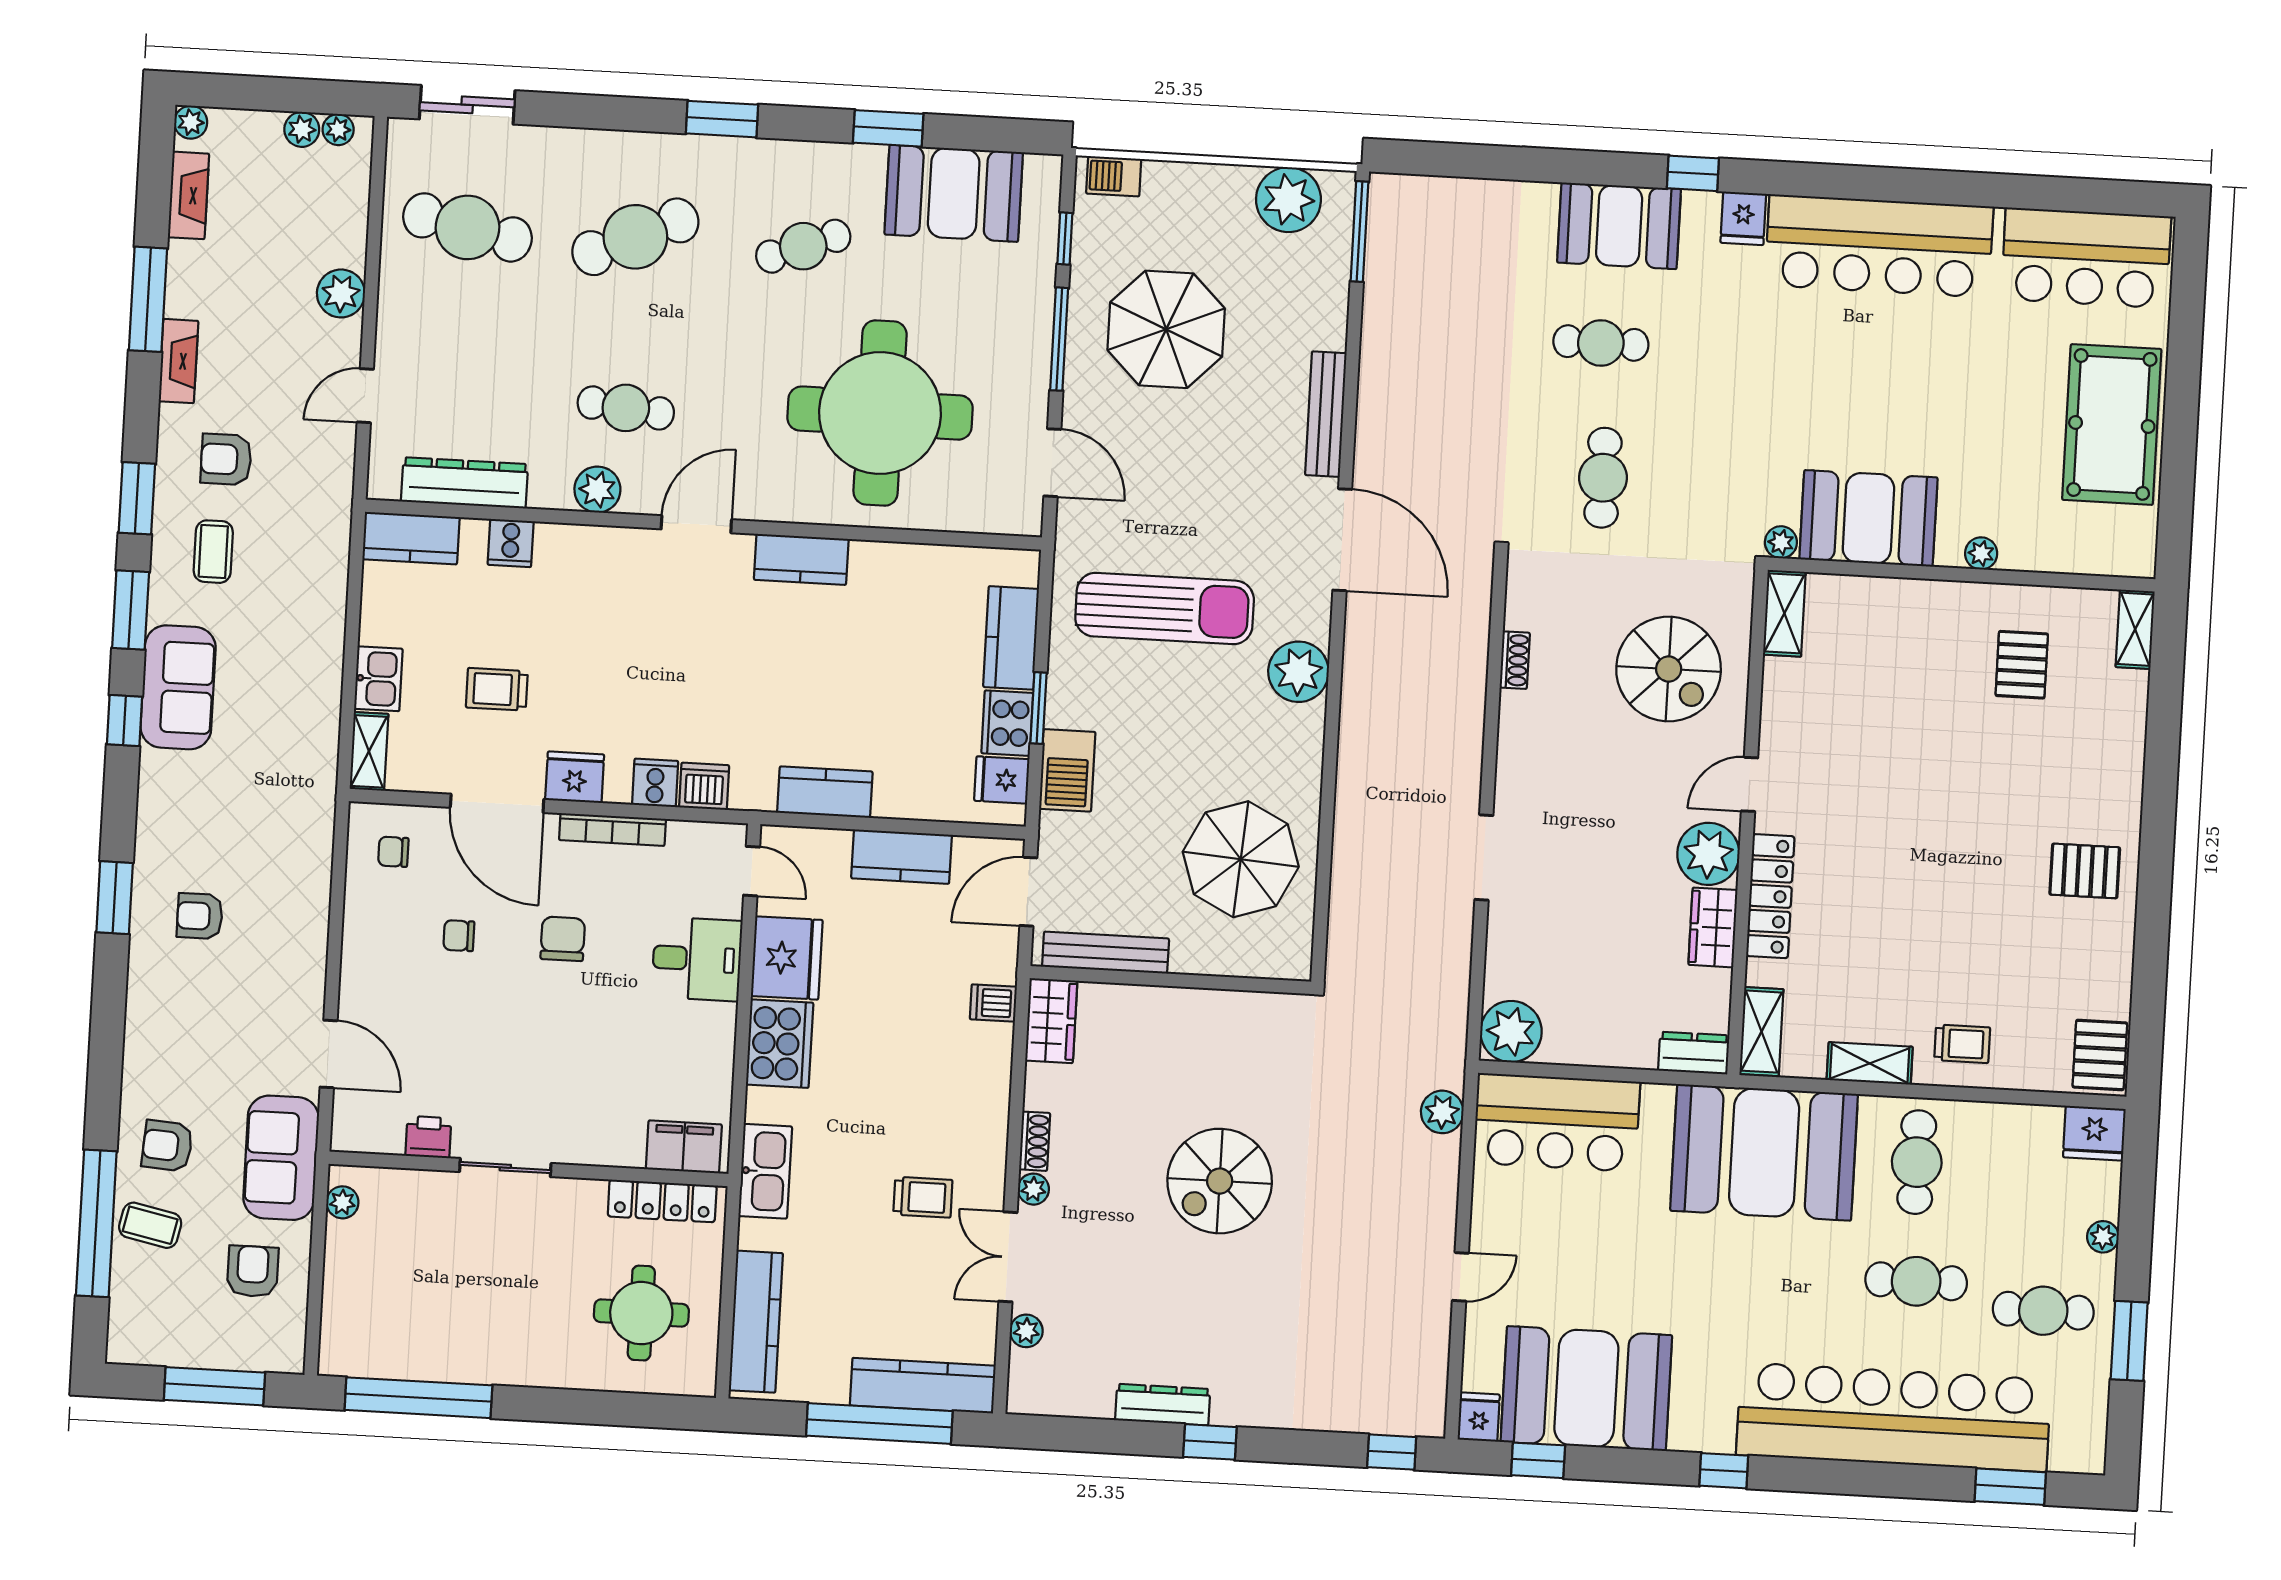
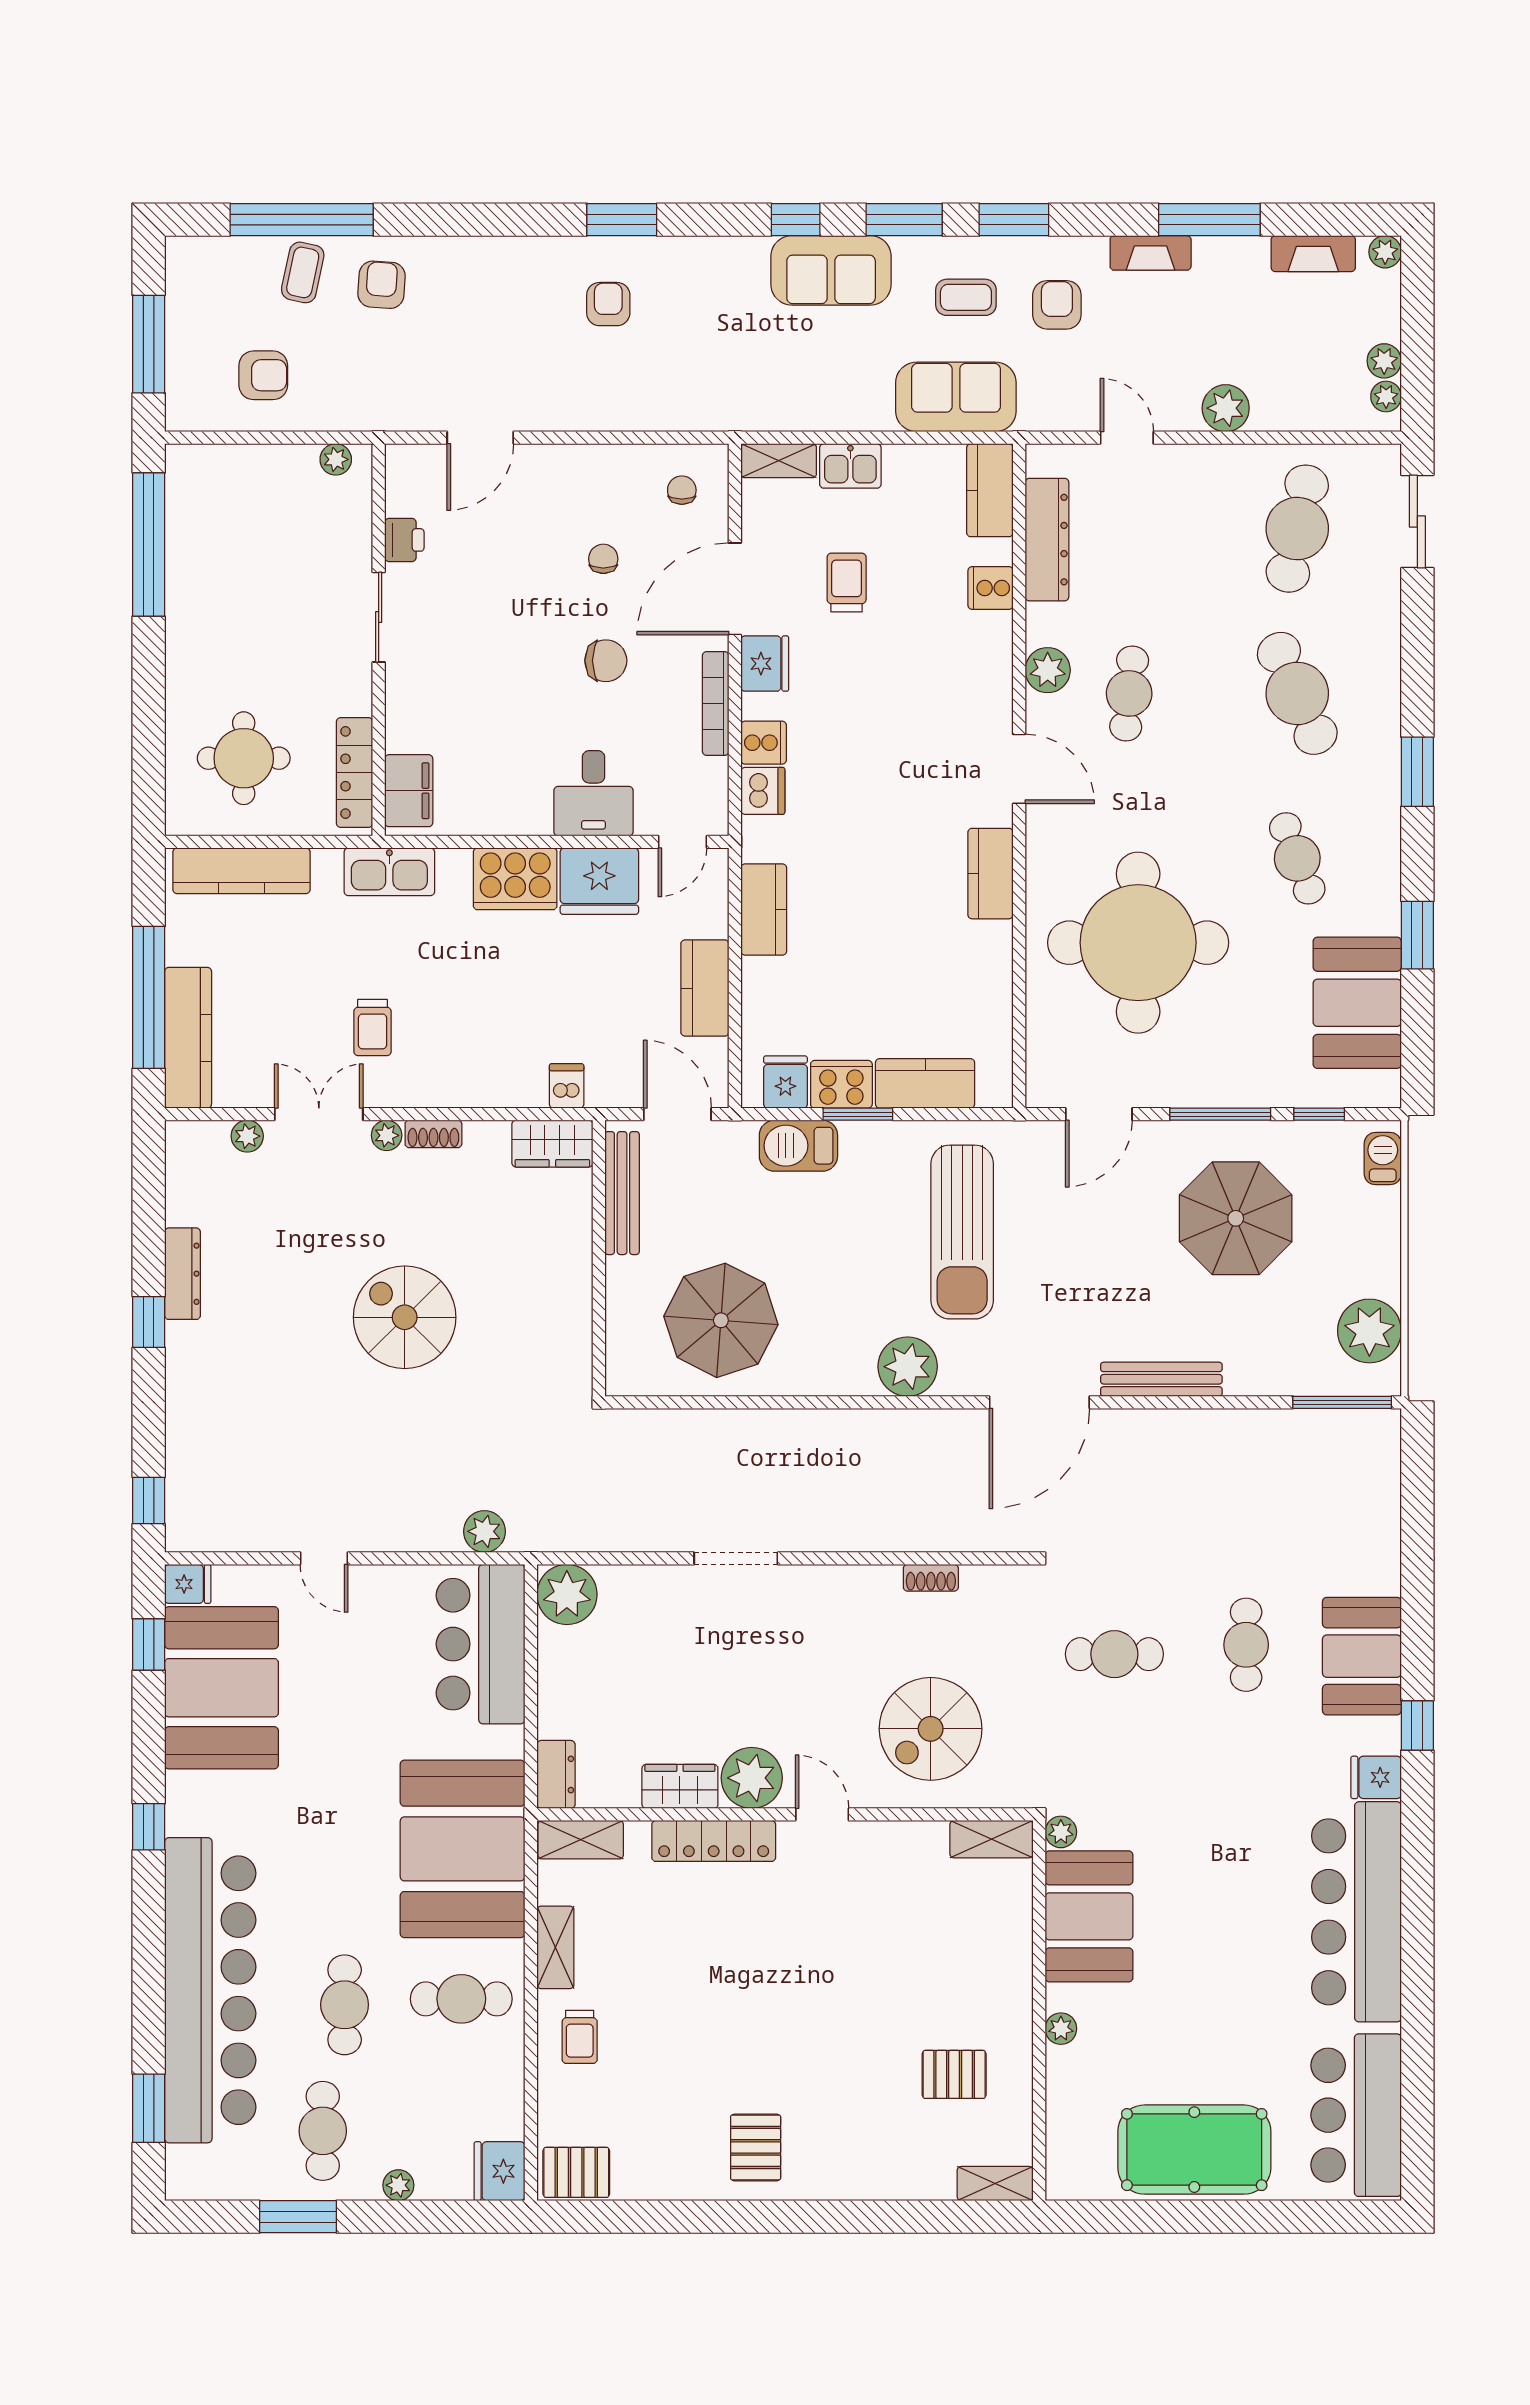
sofa: (281, 1158) -> (956, 397), moved

